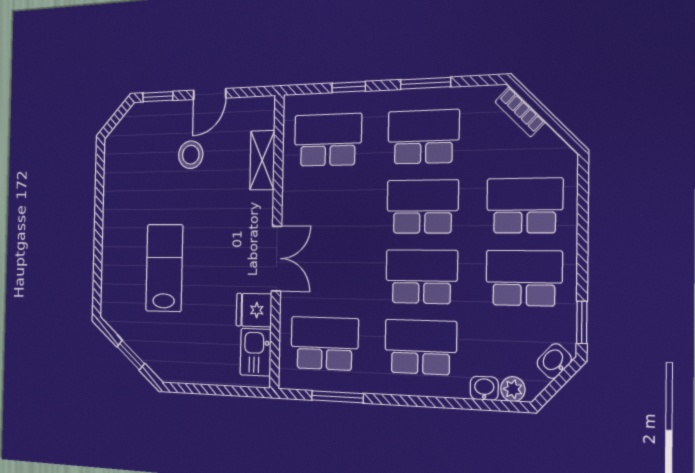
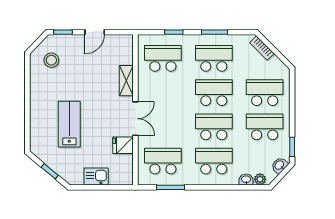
stool: (191, 155) -> (51, 60), moved
shelving: (262, 160) -> (126, 81), moved
kitchen sink: (256, 352) -> (96, 176), moved, turned 90

